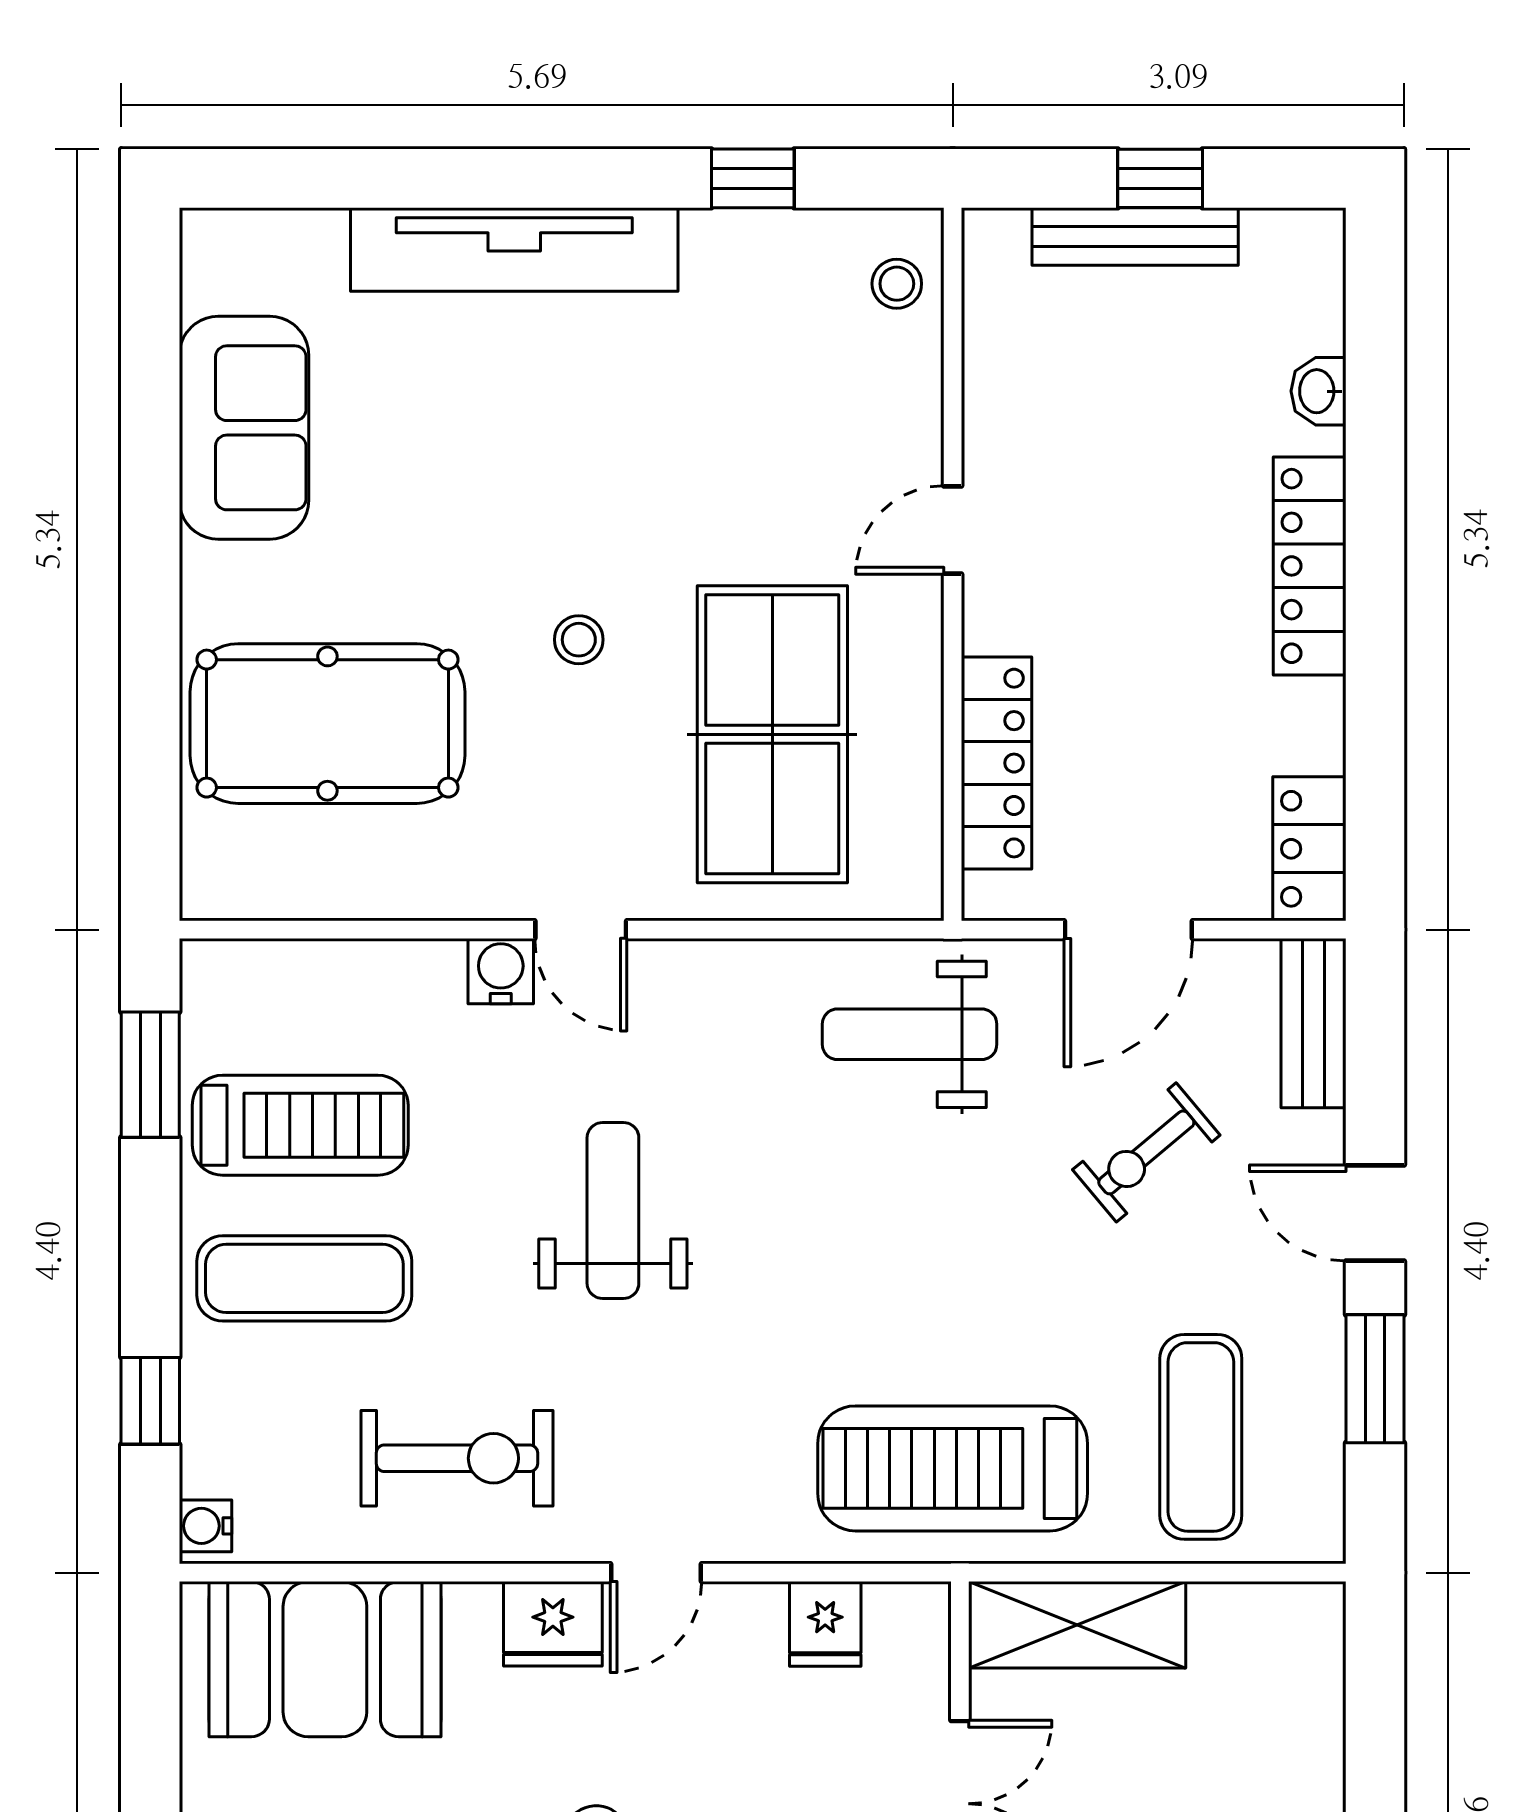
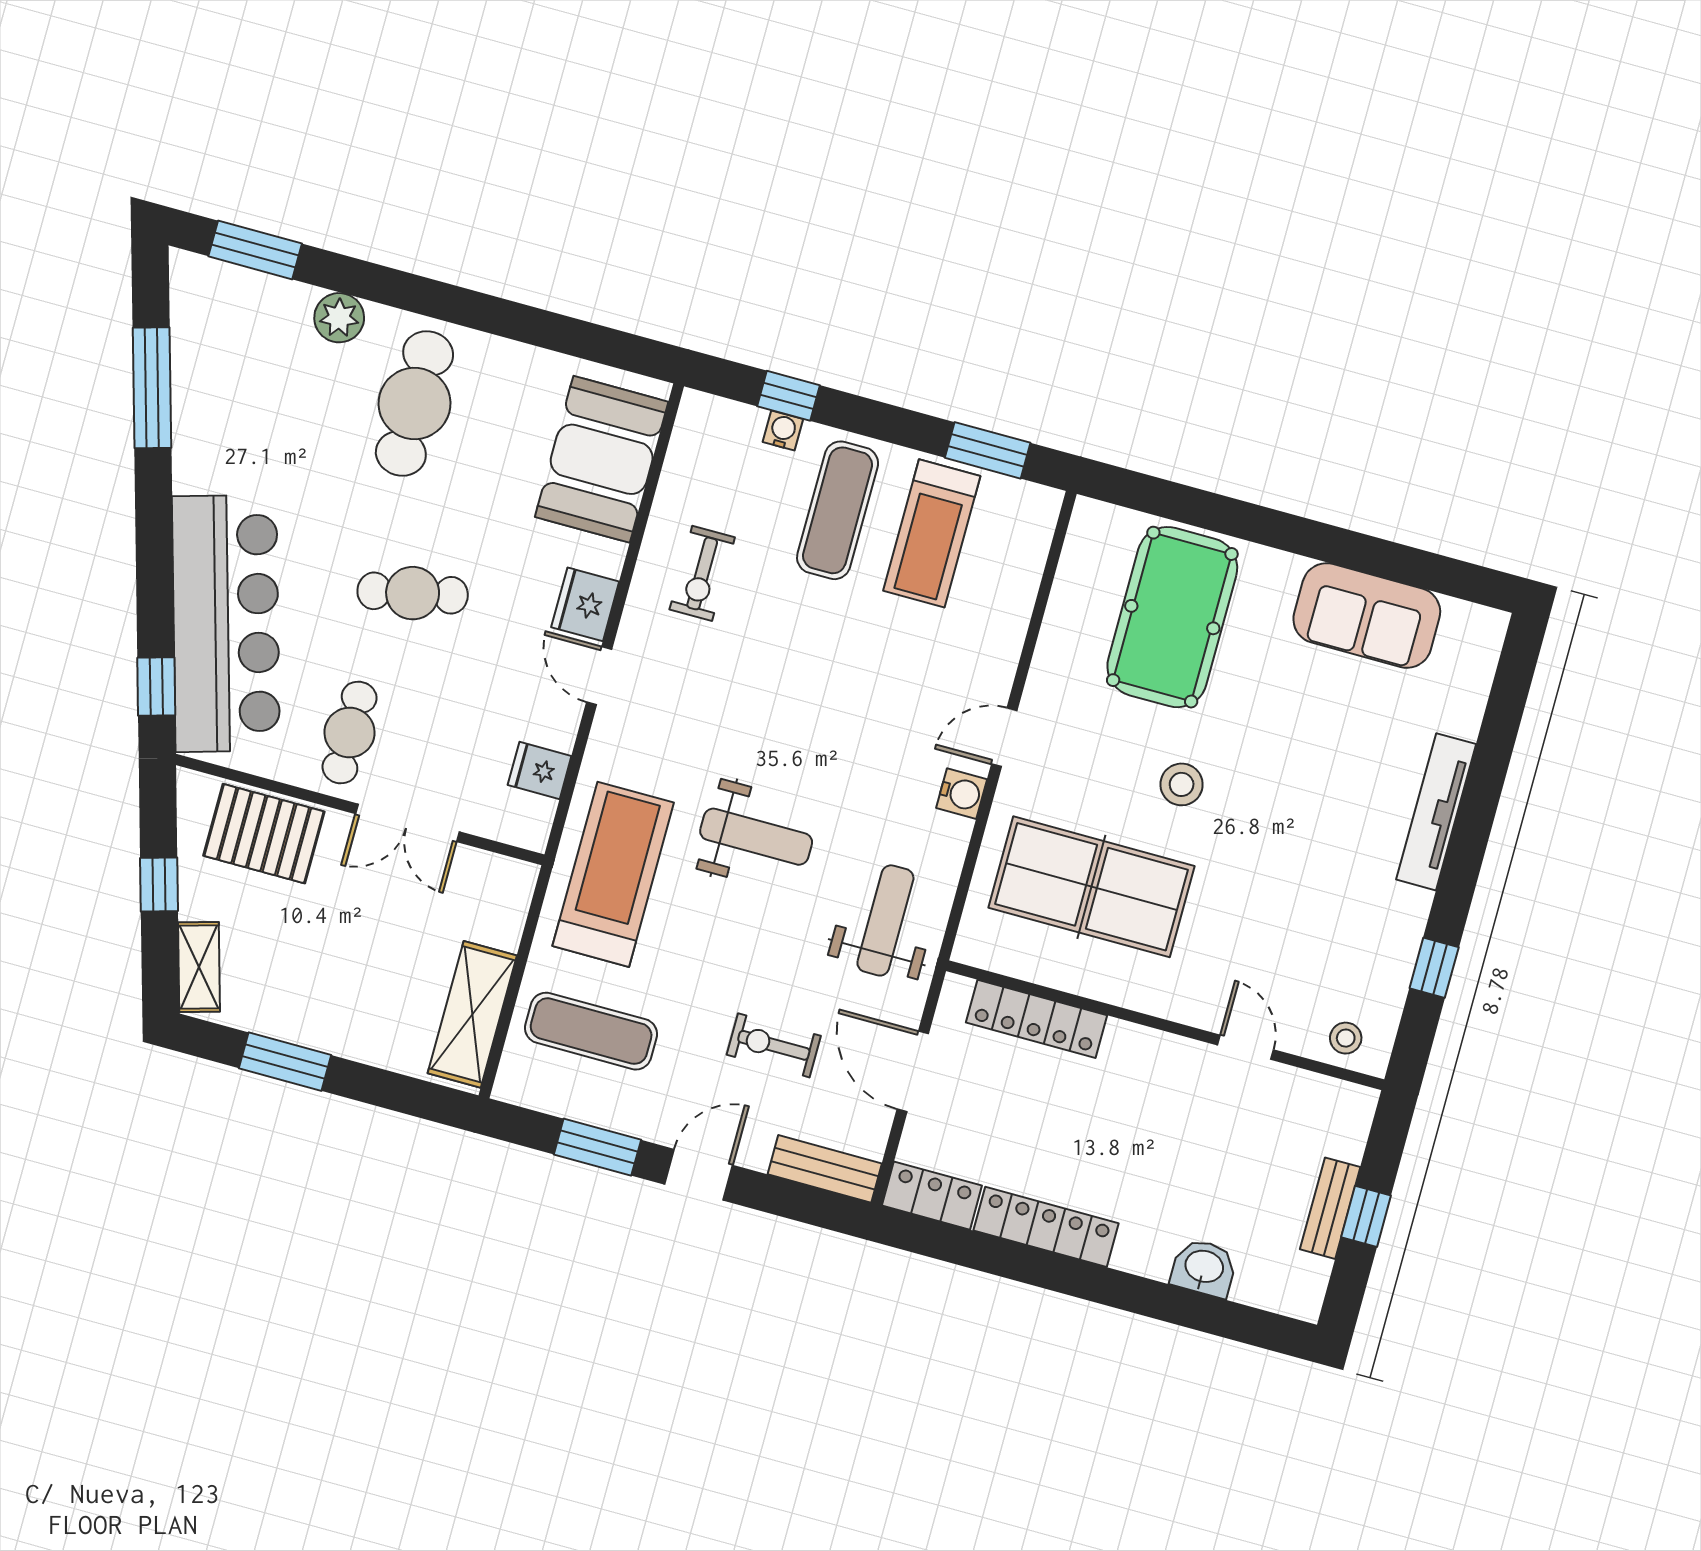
bench: (1135, 236) -> (1330, 1208), width x0.73
tv unit: (514, 250) -> (1436, 812), width x0.73, depth x0.78
washbasin: (1318, 391) -> (1204, 1268), width x1.38, depth x1.45
door: (953, 530) -> (1246, 1047), moved
locker: (1310, 566) -> (1046, 1227), moved
stool: (579, 640) -> (1182, 784), width x1.37, depth x1.37
water cooler: (501, 971) -> (962, 794), moved
exercise bike: (1146, 1152) -> (774, 1045), turned -50
weight bench: (613, 1211) -> (756, 837), moved
exercise bike: (457, 1458) -> (702, 573), width x0.73, depth x0.72
water cooler: (206, 1526) -> (783, 431), moved
shelving: (1077, 1625) -> (472, 1014), moved

